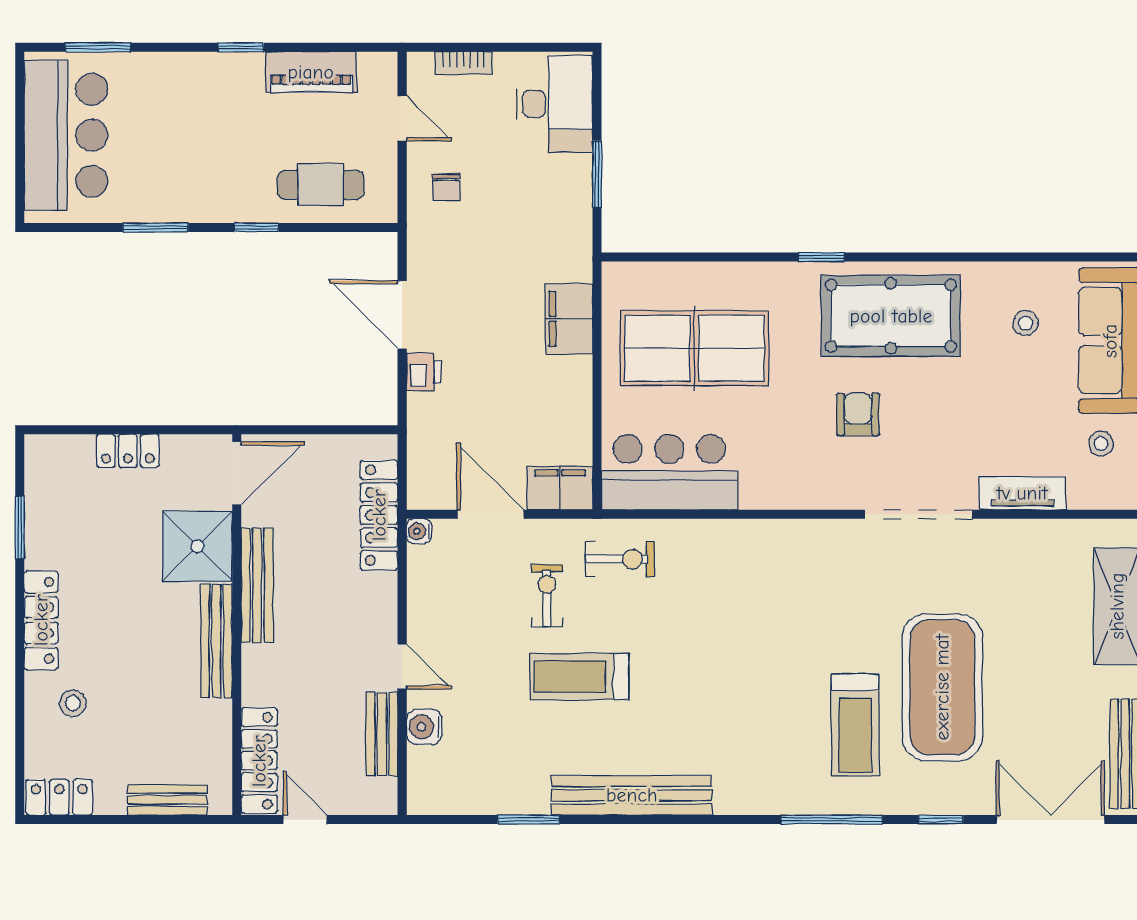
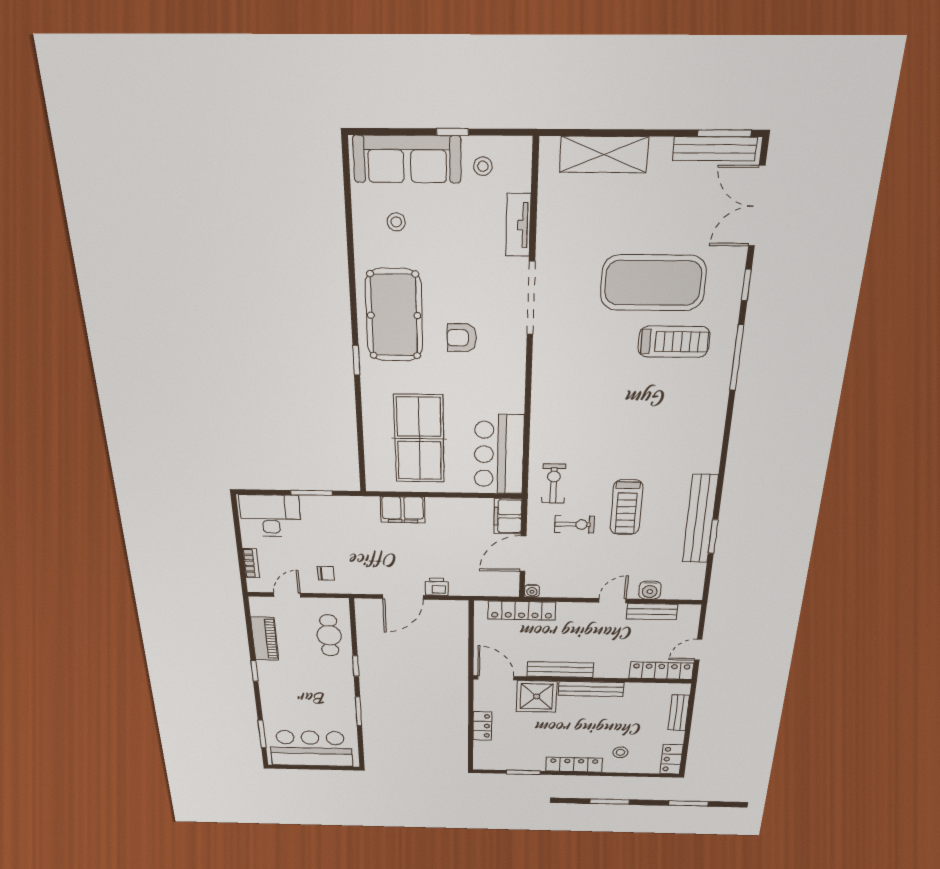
exercise bike: (547, 596) -> (574, 524), turned 180
bench: (632, 795) -> (700, 519), moved

